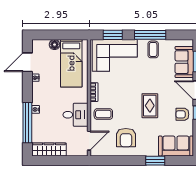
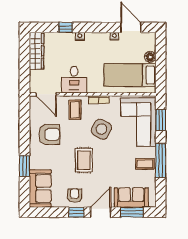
side table: (121, 90) -> (101, 129), added
rug: (150, 106) -> (84, 160), turned 90
window: (27, 123) -> (66, 27), width x0.32
armchair: (126, 138) -> (49, 134), turned 180

